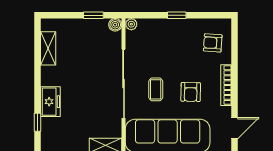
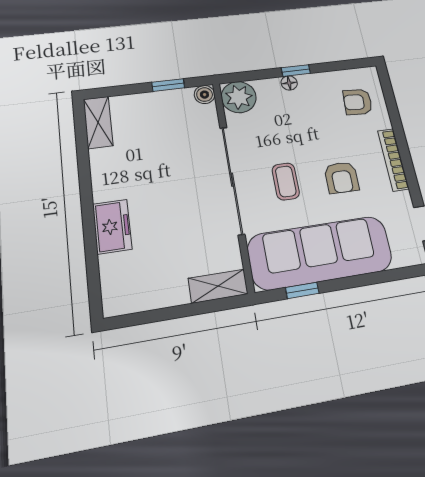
plant: (131, 24) -> (239, 97), width x1.87, depth x1.87
floor lamp: (171, 24) -> (289, 83), added
shelving: (48, 48) -> (98, 122), moved
window: (38, 122) -> (92, 265), removed

